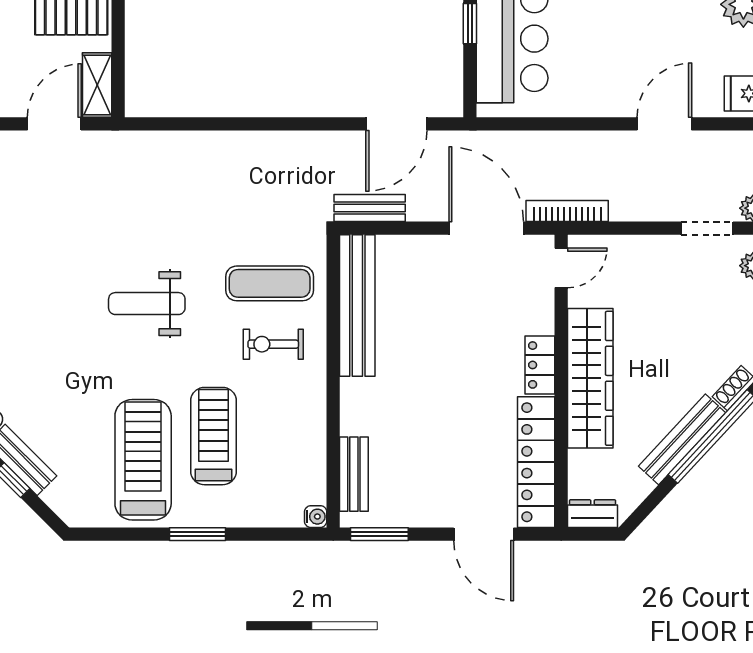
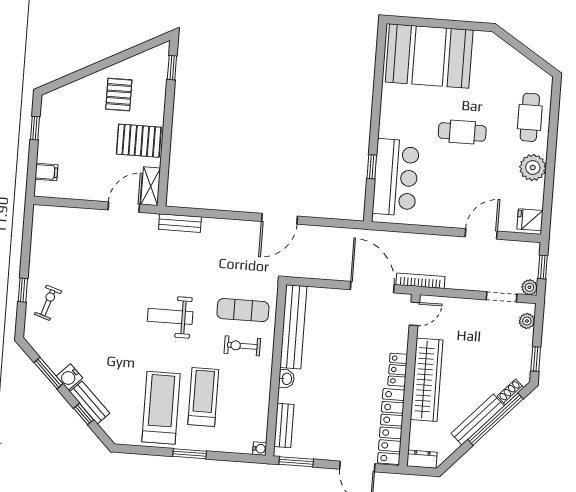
door: (396, 124) -> (279, 219), moved
bench: (370, 208) -> (180, 223), moved
washbasin: (352, 395) -> (286, 379), added

